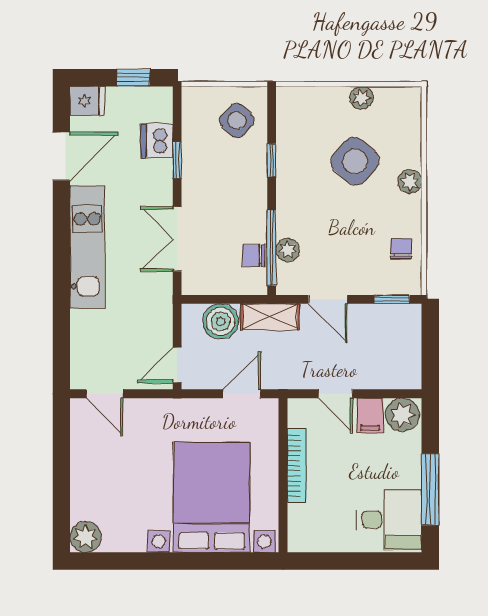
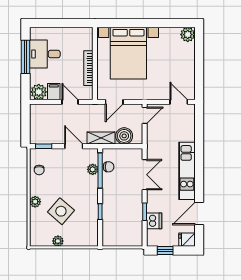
side table: (237, 120) -> (117, 230), removed
desk: (389, 520) -> (45, 54), moved

